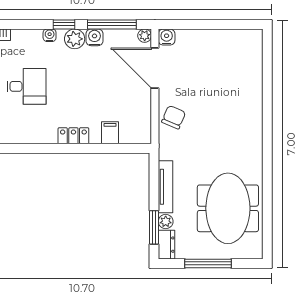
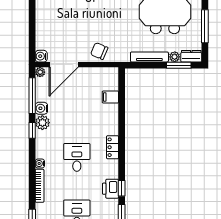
water cooler: (50, 35) -> (40, 164), moved
locker: (73, 136) -> (113, 147), moved

